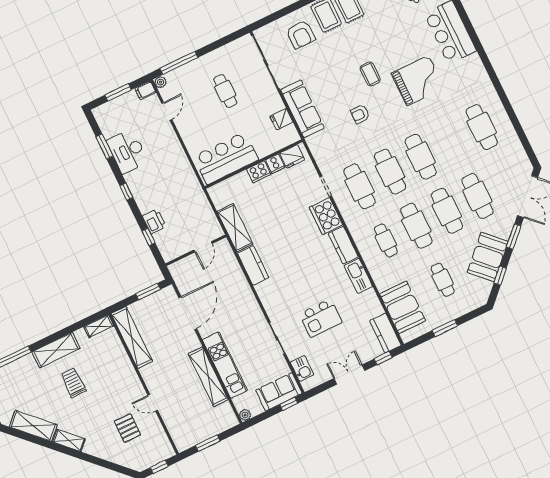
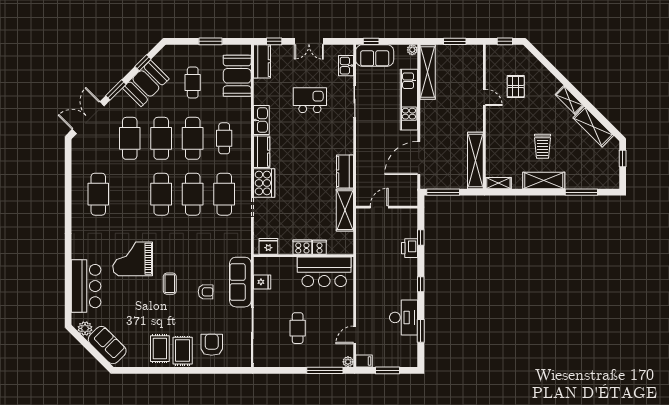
armchair: (360, 114) -> (206, 292), moved
cooker: (275, 164) -> (319, 247), moved
window: (148, 292) -> (443, 192), width x1.44
shelving: (208, 377) -> (428, 72), moved

